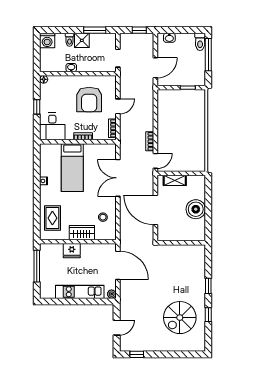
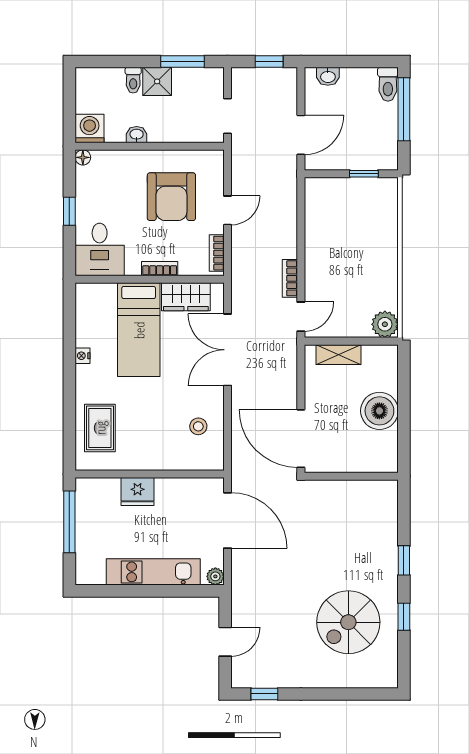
washing machine: (47, 40) -> (90, 128), moved, turned 180
plant: (199, 165) -> (385, 324), added
door: (155, 210) -> (301, 439), moved
wardrobe: (82, 233) -> (186, 297), moved, turned 180

